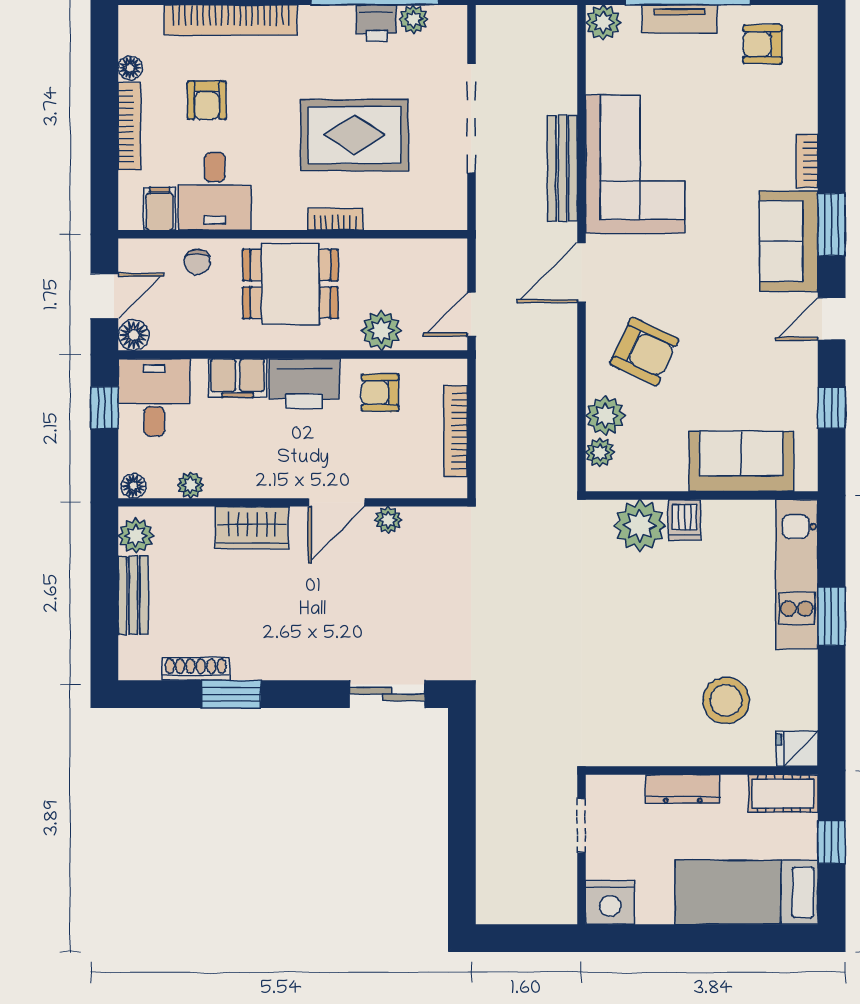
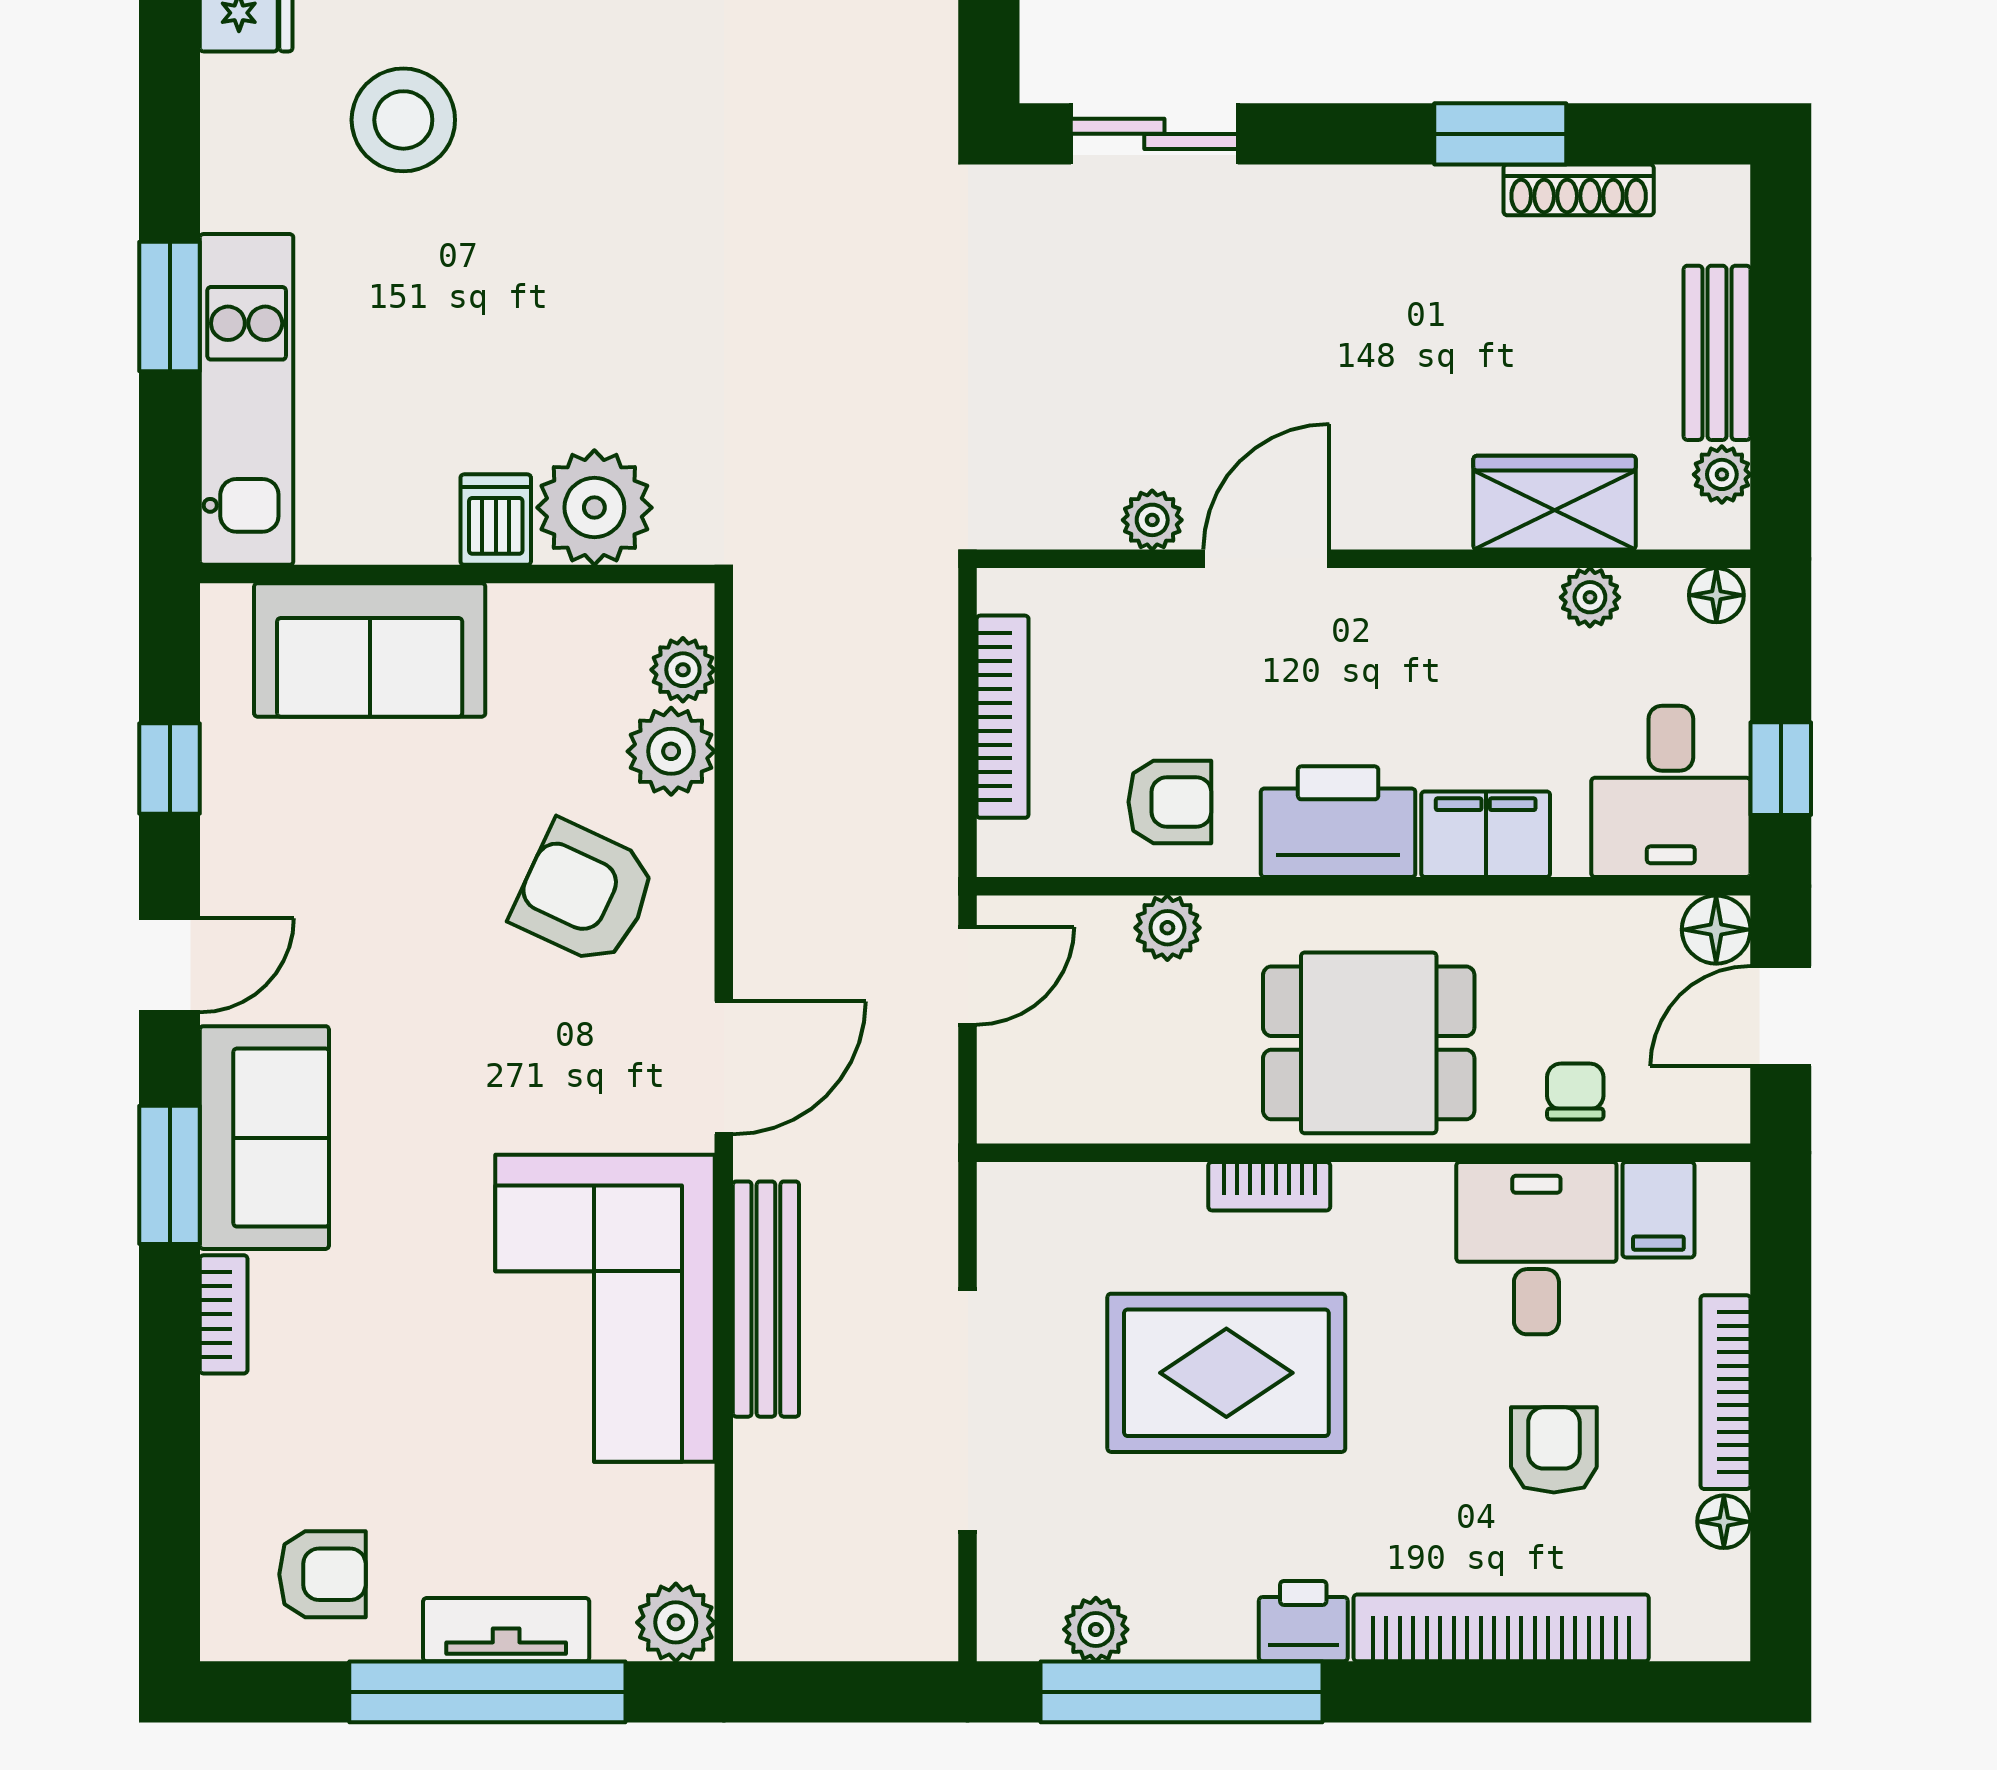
printer: (376, 23) -> (1303, 1621), moved
plant: (381, 330) -> (1167, 928), width x0.73, depth x0.73
wardrobe: (252, 528) -> (1555, 503), moved
plant: (136, 536) -> (1722, 474), width x0.73, depth x0.73

